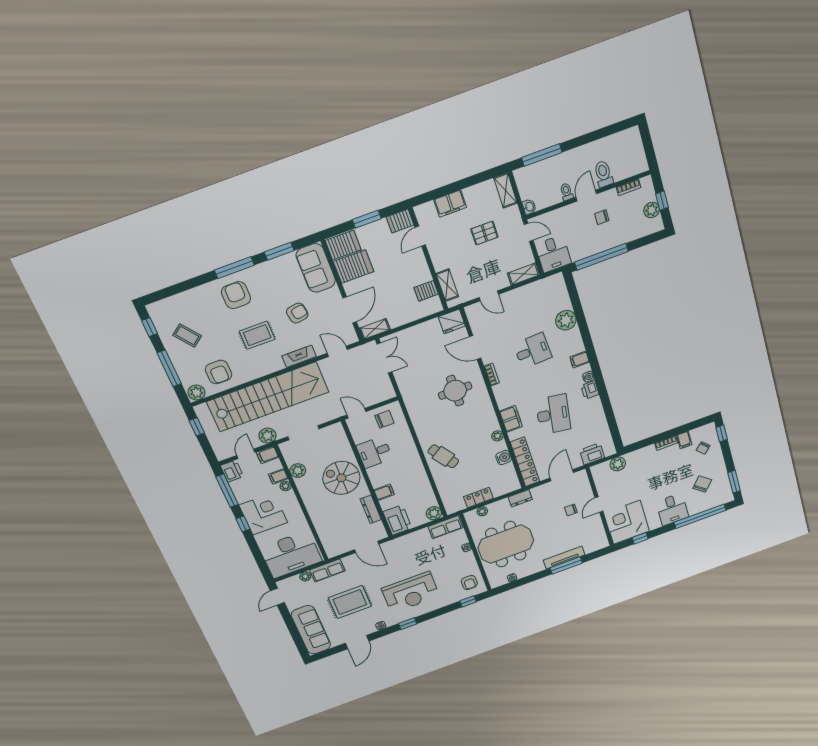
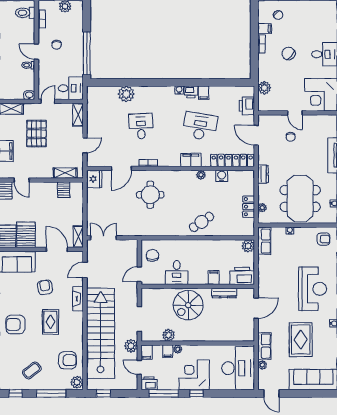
toilet: (603, 174) -> (25, 13), moved
pallet: (484, 233) -> (37, 134), width x1.50, depth x1.42
filing cabinet: (580, 360) -> (204, 93), moved
chair: (702, 484) -> (289, 53), moved

